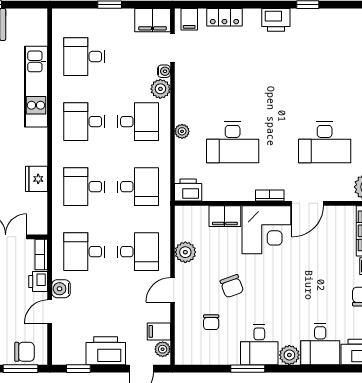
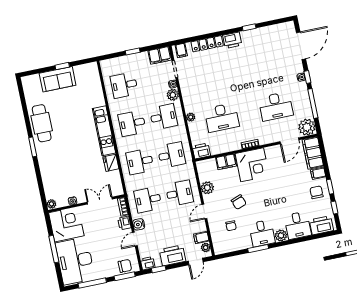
locker: (224, 17) -> (207, 44), width x1.53
kitchen unit: (36, 87) -> (104, 131), moved
door: (308, 203) -> (289, 141), moved
printer: (62, 355) -> (148, 263), added

